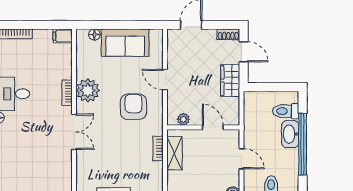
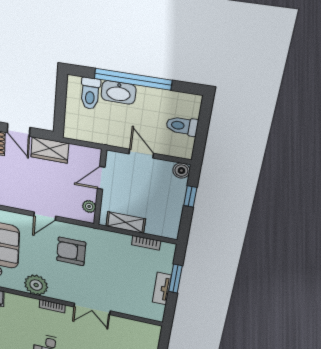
door: (244, 52) -> (19, 130), swing flipped
plant: (88, 90) -> (36, 285), moved
double door: (74, 132) -> (92, 309), swing flipped
bookcase: (158, 148) -> (146, 243), moved
door: (242, 159) -> (141, 154), hinge flipped

